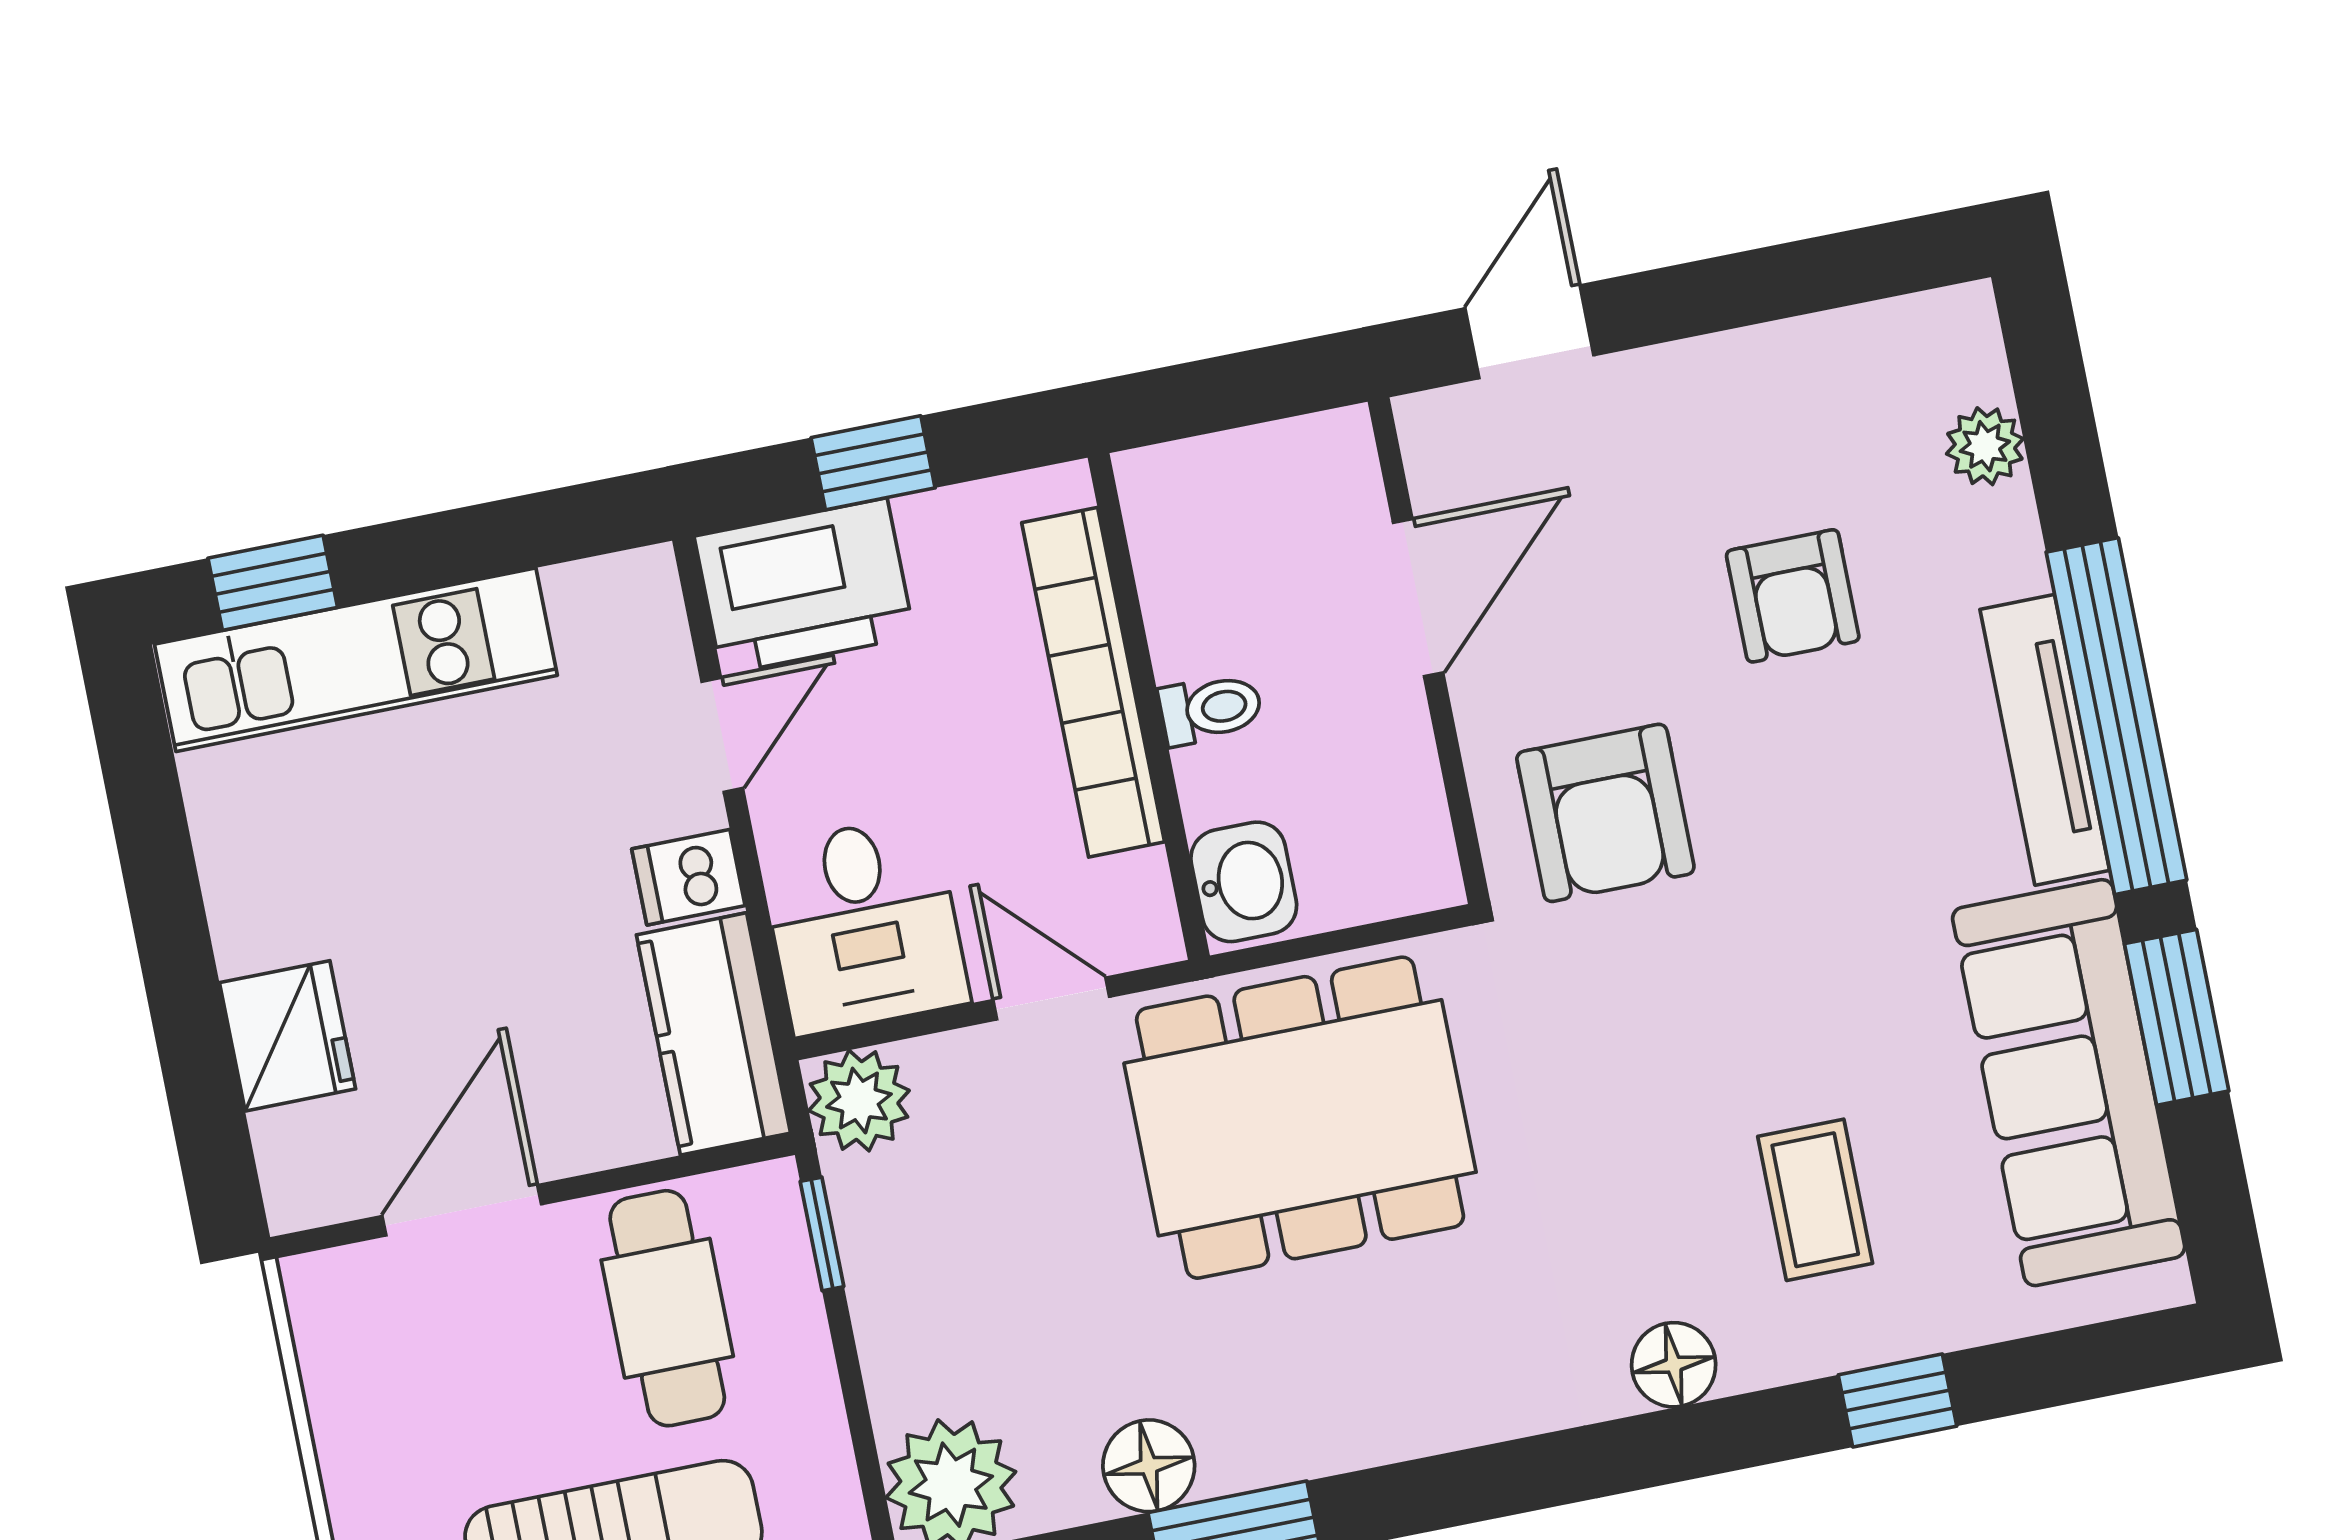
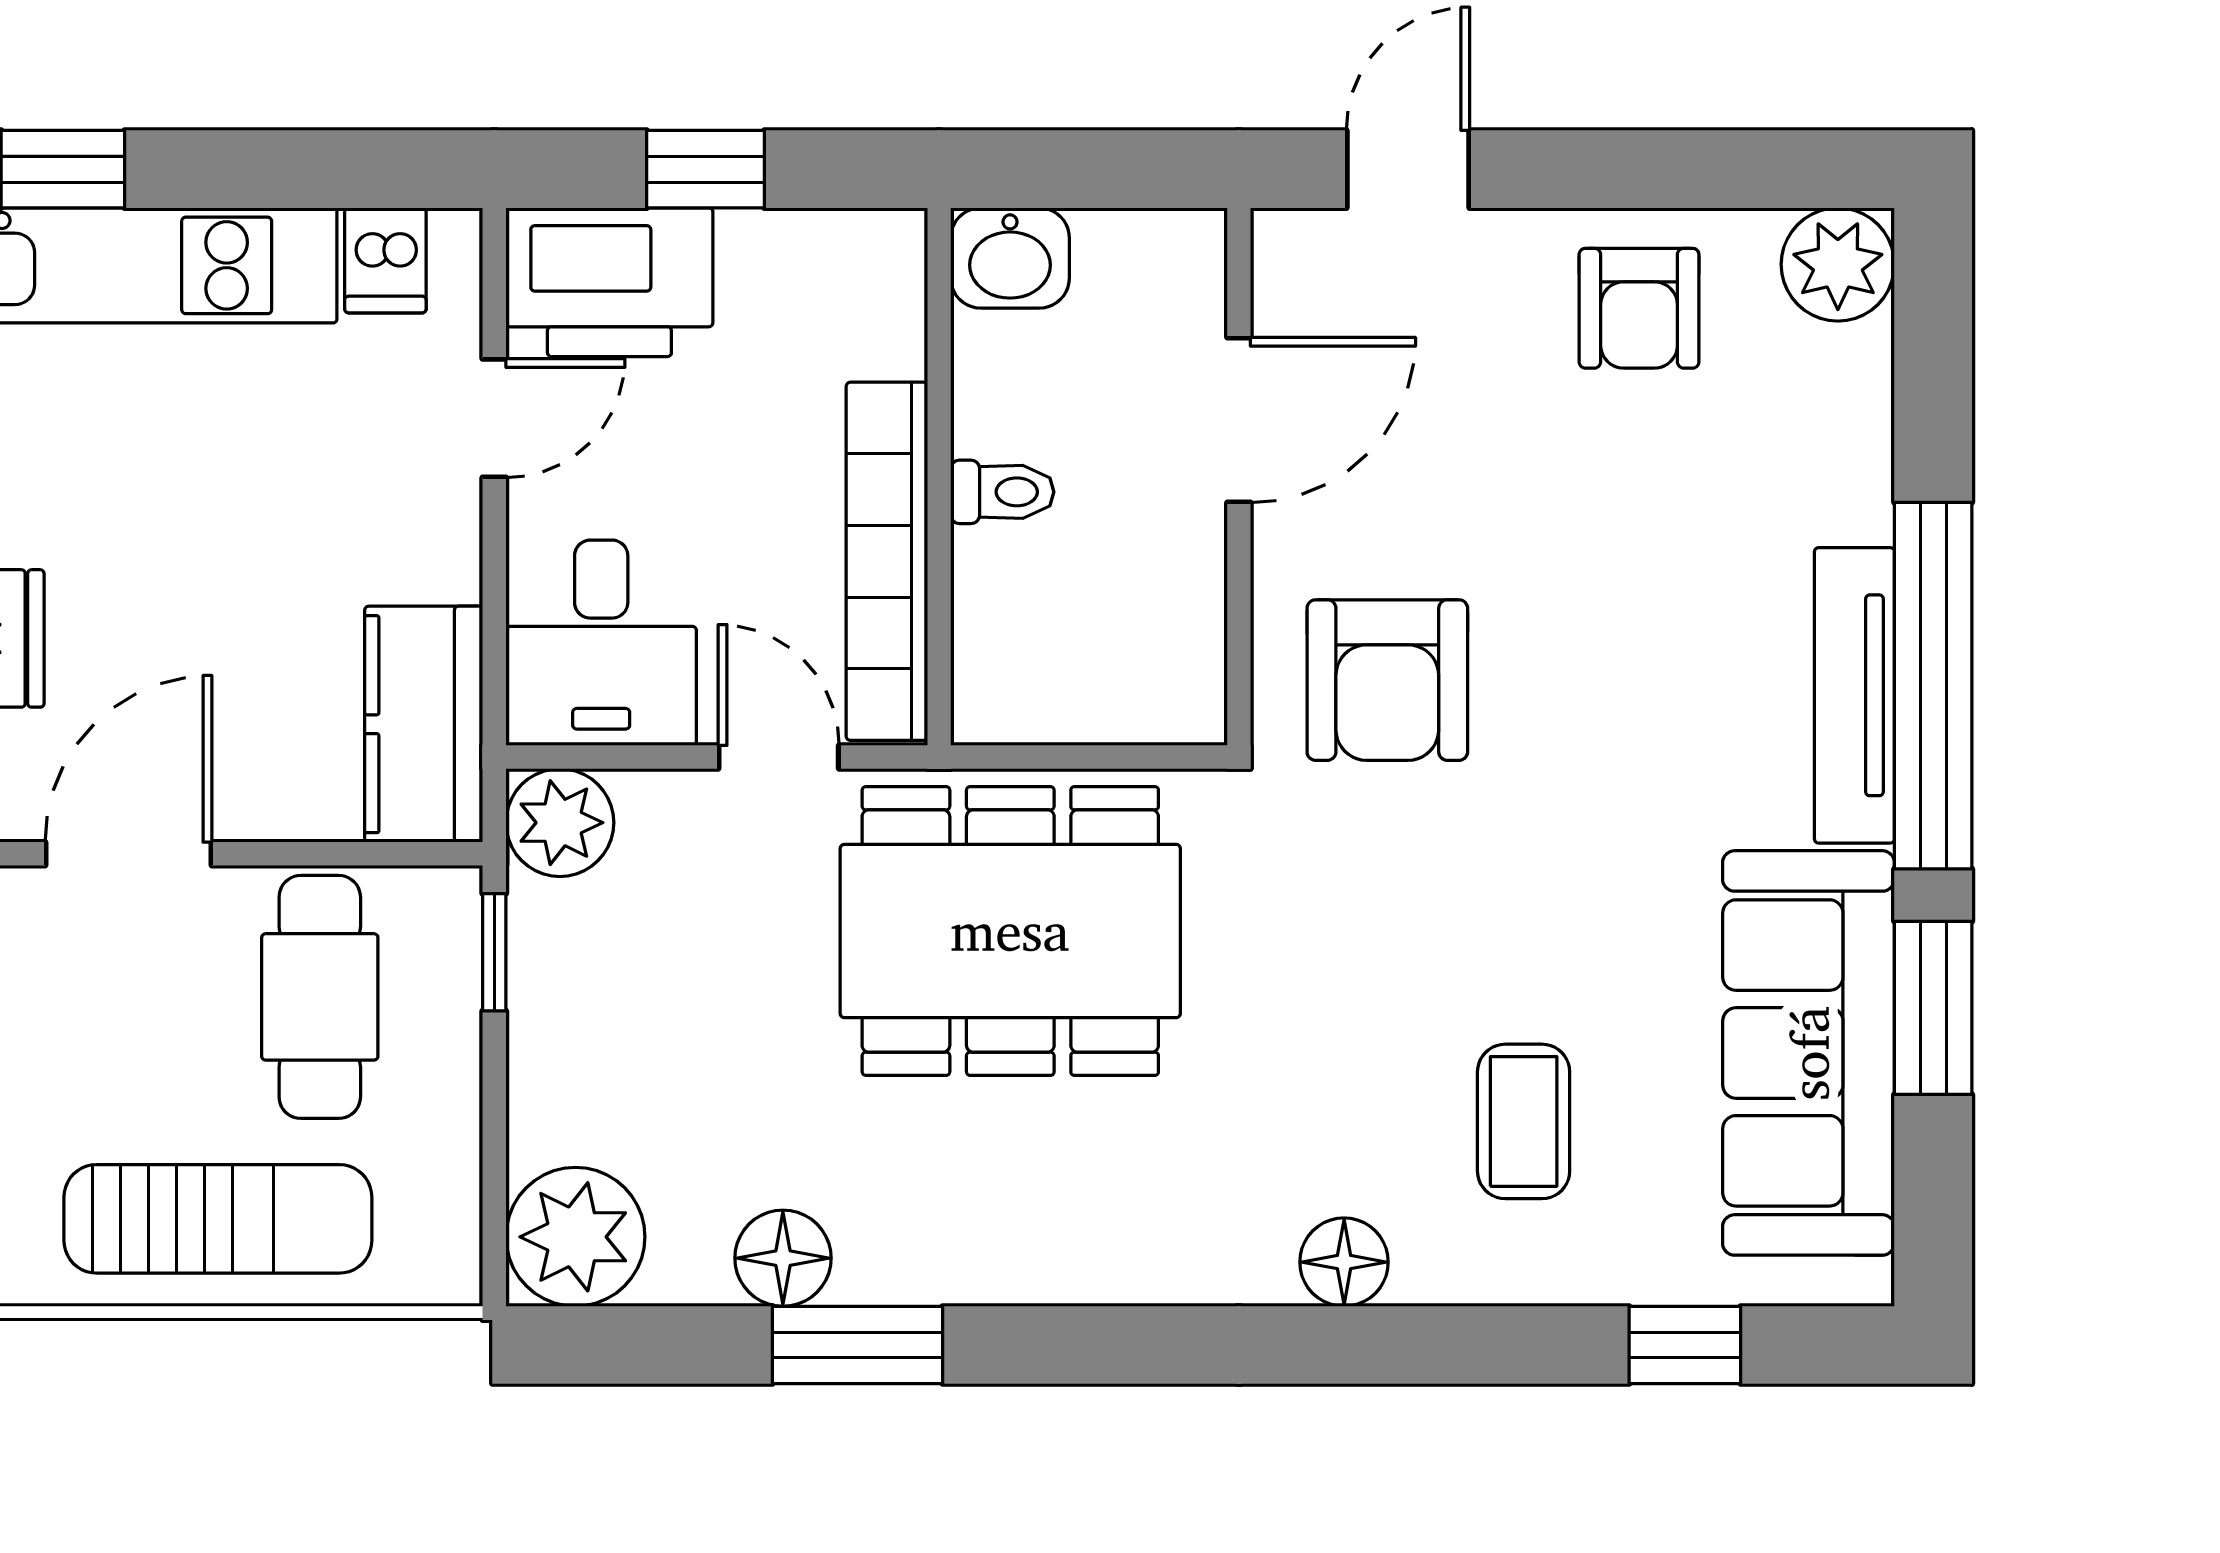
plant: (1985, 446) -> (1838, 264), moved, width x1.38, depth x1.38
armchair: (1793, 596) -> (1639, 308), moved
bookcase: (1093, 682) -> (887, 561), moved
dishwasher: (688, 877) -> (385, 260), moved, turned -90
washbasin: (1244, 882) -> (1010, 258), moved, turned 90
window: (1898, 1401) -> (1685, 1345), moved

